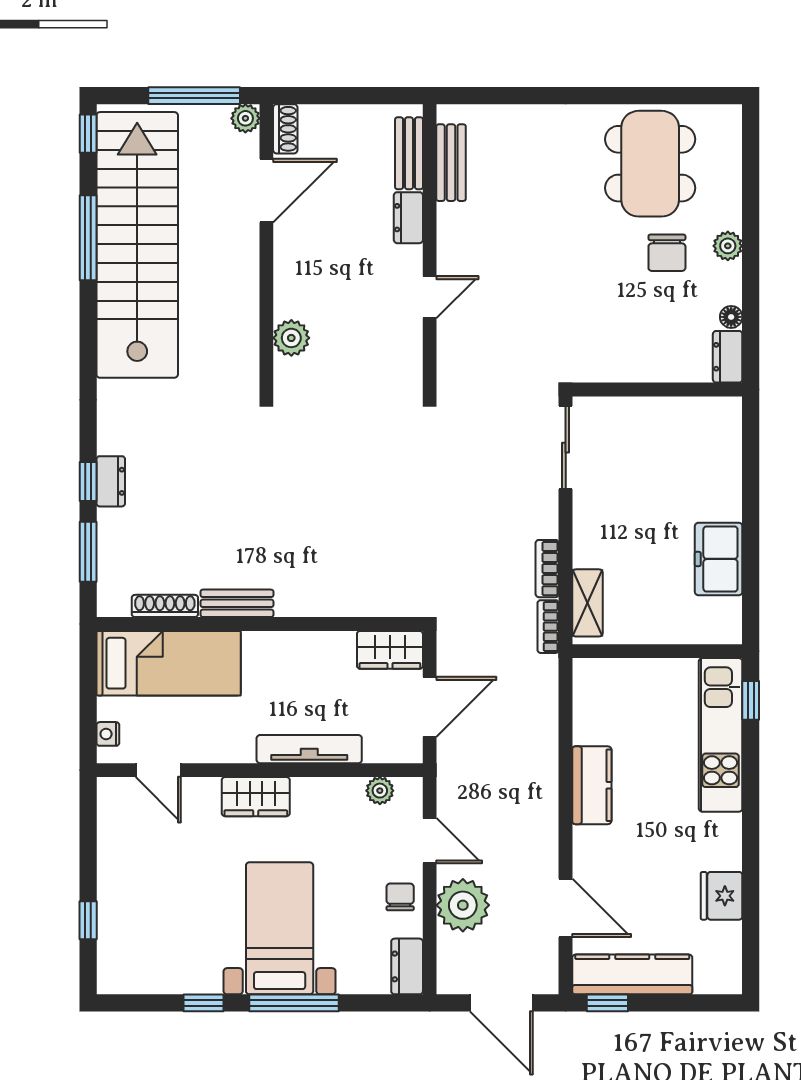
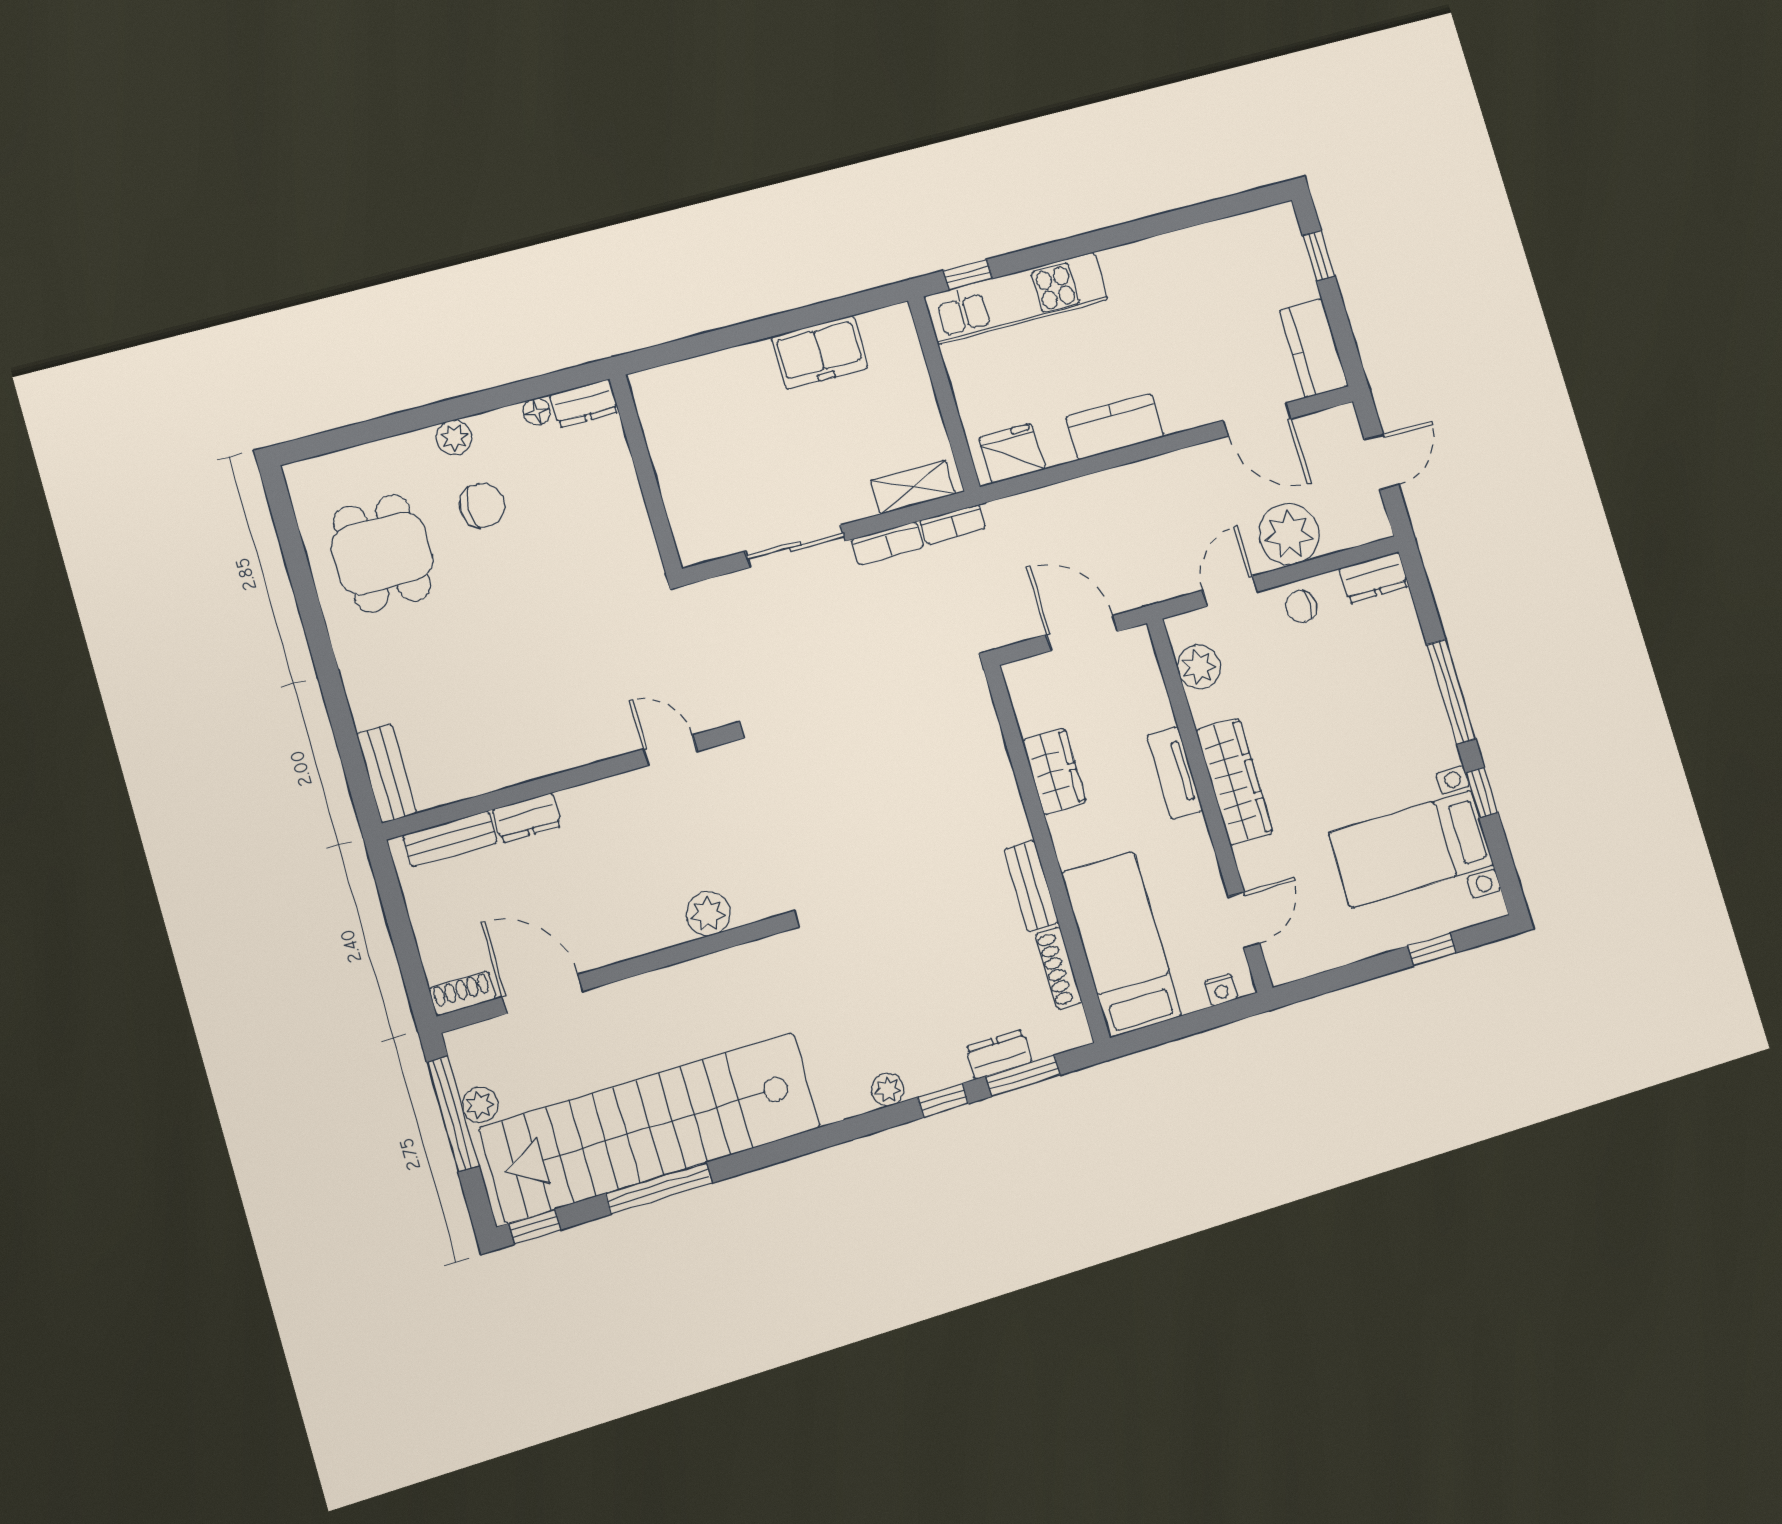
plant: (245, 118) -> (480, 1105), moved
bench: (451, 163) -> (387, 773), moved, turned 90
dining table: (650, 164) -> (382, 553), width x0.73
door: (430, 297) -> (670, 750), moved
plant: (110, 440) -> (888, 1090), added
sliding door: (566, 448) -> (795, 546), moved
dresser: (111, 481) -> (999, 1054), moved
wardrobe: (390, 650) -> (1054, 771), moved
tv unit: (309, 749) -> (1175, 773), width x0.71
plant: (380, 791) -> (1199, 667), width x1.38, depth x1.38
wardrobe: (256, 797) -> (1234, 782), width x1.50
fridge: (722, 896) -> (1012, 453), moved, turned 180
door: (566, 908) -> (1257, 419), swing flipped
bed with nightstands: (280, 928) -> (1411, 849), moved
kitchen counter: (632, 974) -> (1314, 348), width x0.67
door: (501, 1003) -> (1381, 462), width x0.73
window: (607, 1003) -> (1319, 256), moved

